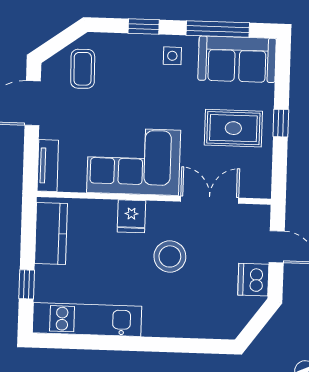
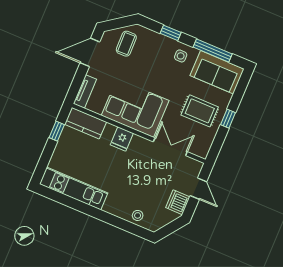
kitchen counter: (51, 233) -> (85, 123), moved, turned 90
stool: (170, 256) -> (138, 215), moved, width x0.53, depth x0.53
window: (27, 284) -> (57, 131), moved

